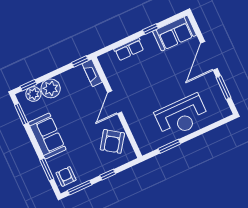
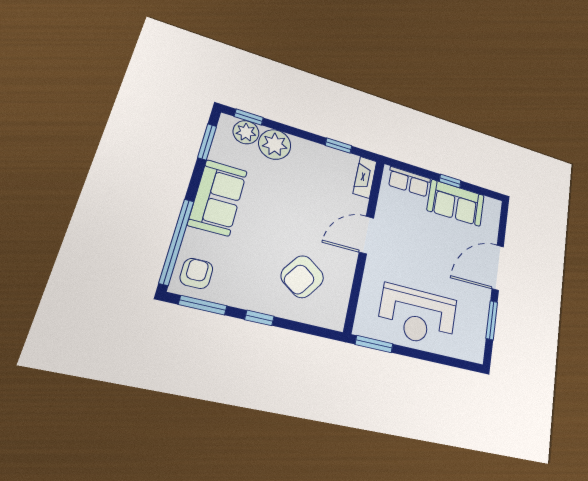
sofa: (175, 33) -> (456, 203), moved
fireplace: (92, 73) -> (365, 177), moved
door: (115, 102) -> (366, 235), moved
wall: (117, 107) -> (365, 244), moved
window: (47, 169) -> (177, 241), width x2.11

